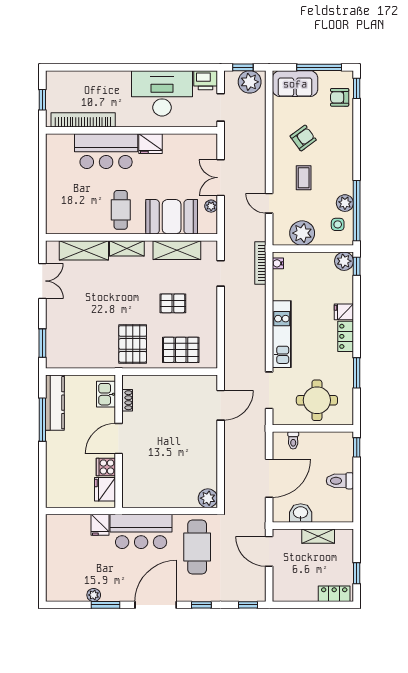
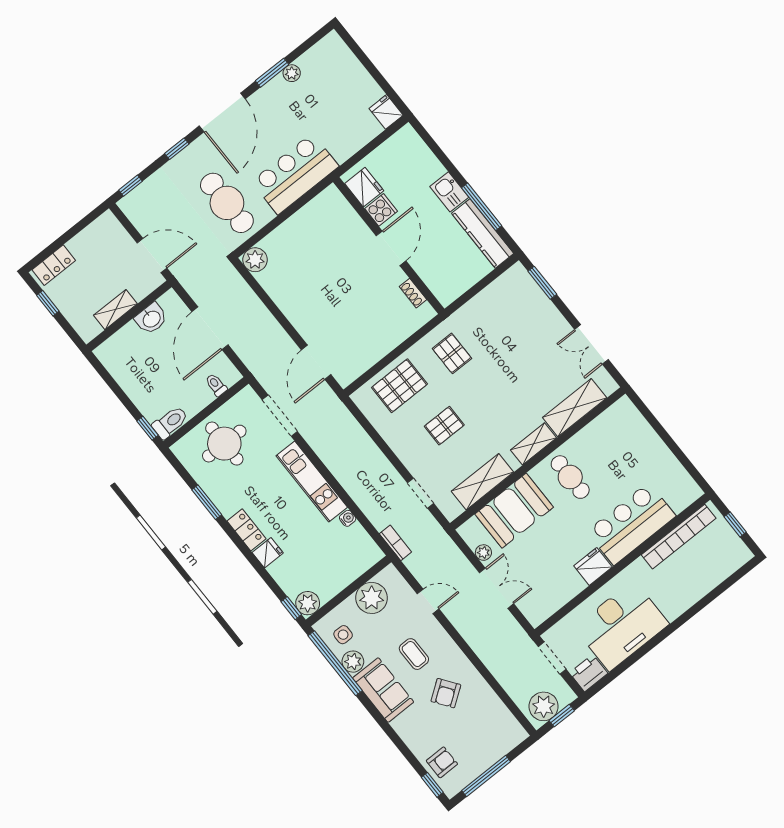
sofa: (295, 84) -> (383, 690), moved, turned 90
bookcase: (260, 263) -> (395, 543), width x0.64
water cooler: (278, 263) -> (348, 518), moved
pallet: (133, 344) -> (452, 353), width x0.67, depth x0.71
kitchen sink: (106, 394) -> (449, 192), moved, turned 180
toilet: (340, 481) -> (170, 422), moved
fridge: (100, 525) -> (386, 112), moved

